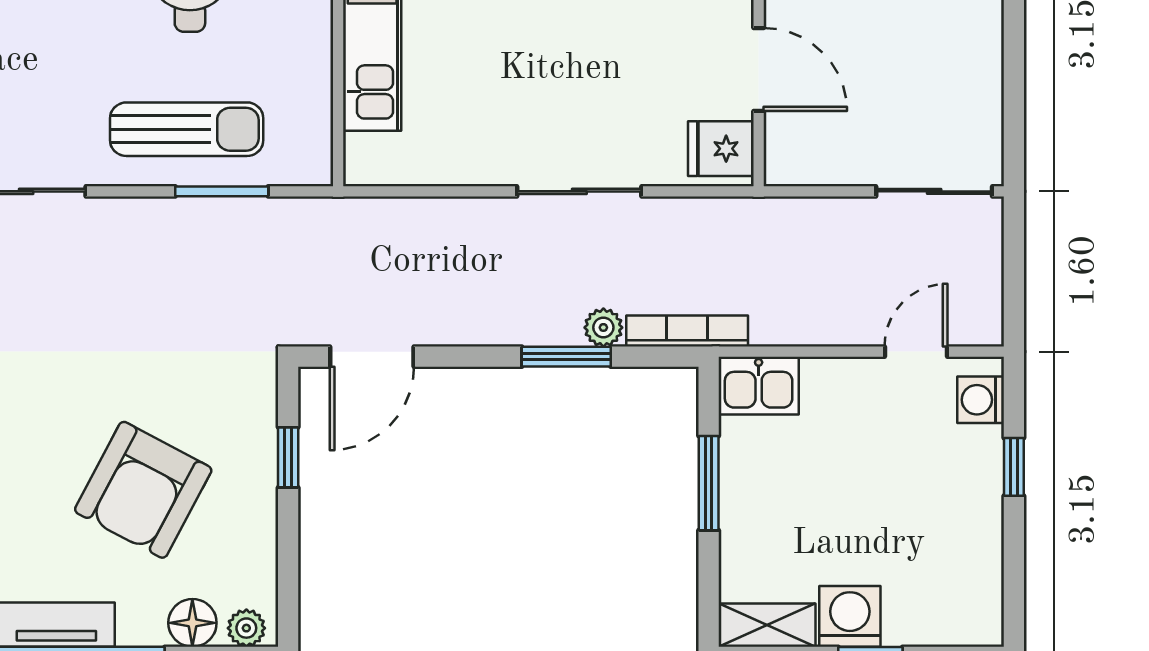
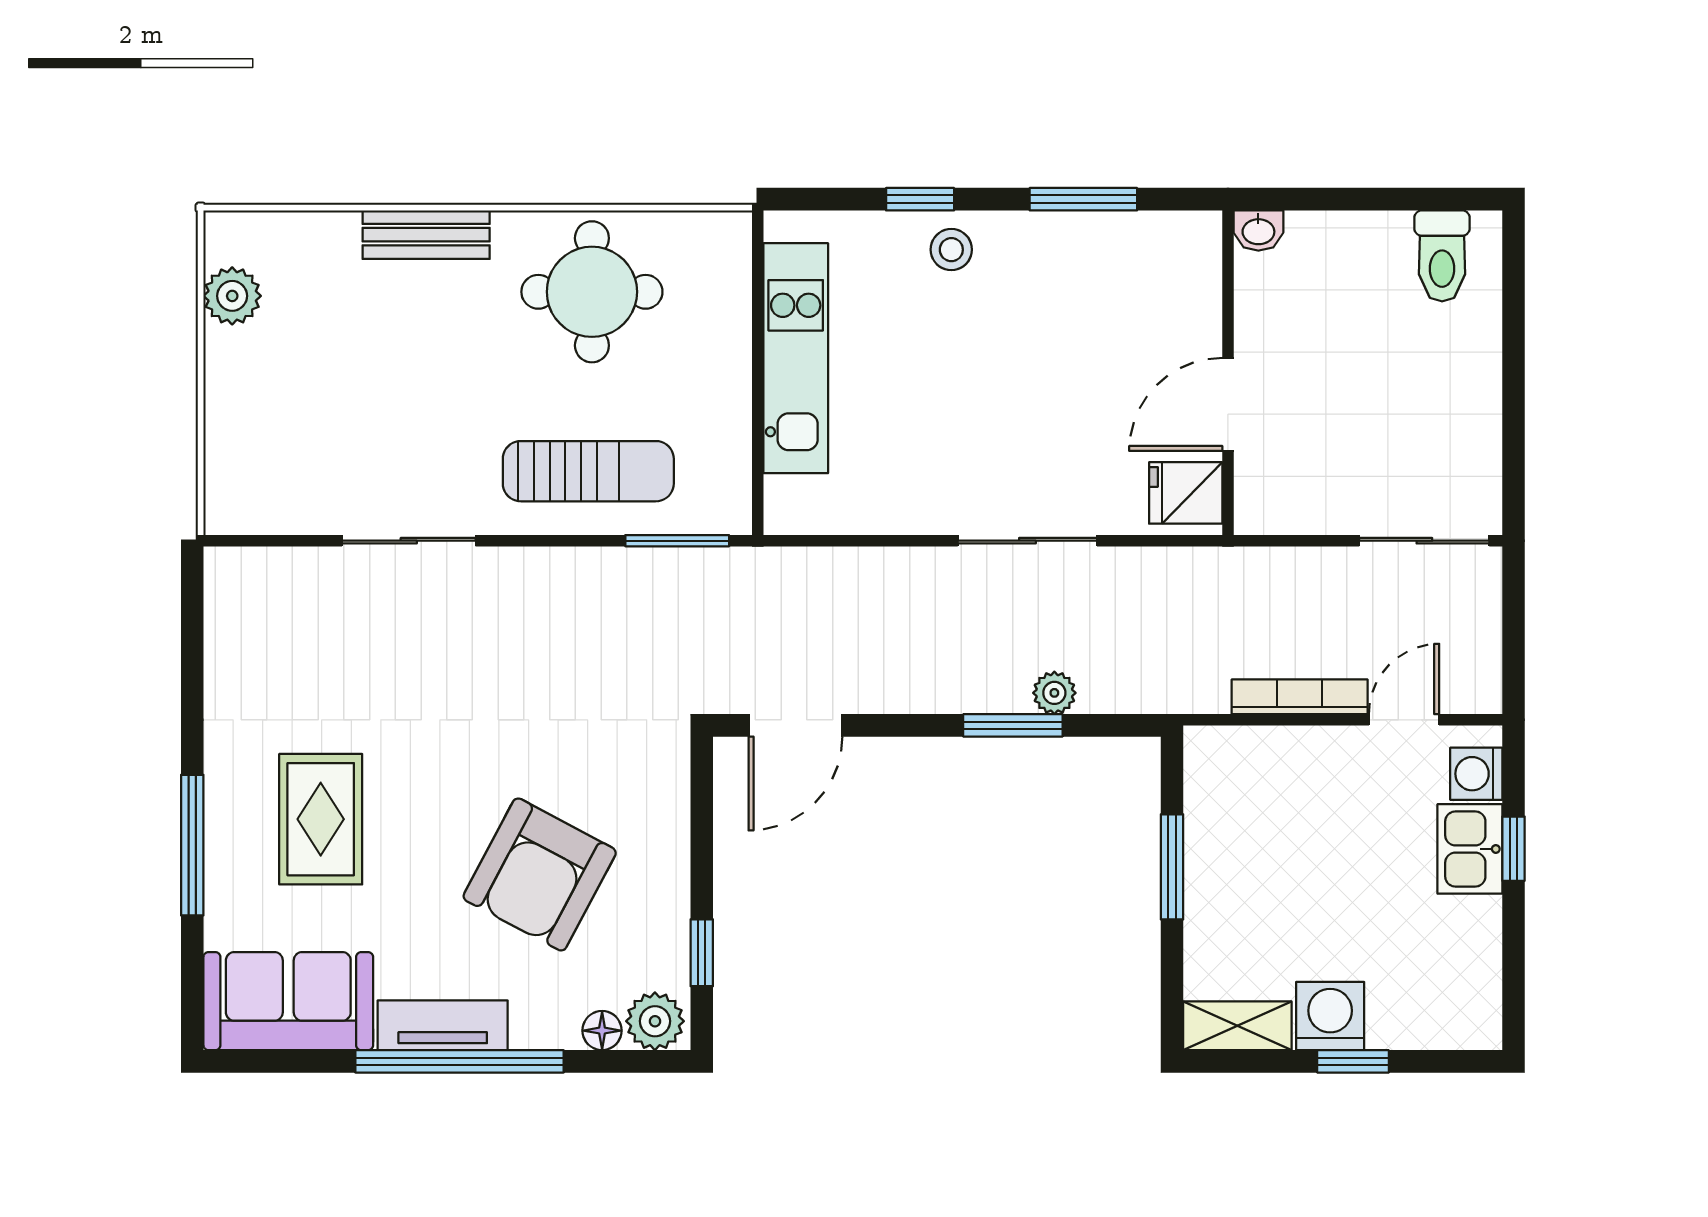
door: (759, 70) -> (1228, 404), swing flipped
window: (222, 191) -> (677, 541), moved
bookcase: (687, 331) -> (1300, 697), moved
kitchen sink: (759, 386) -> (1470, 849), moved, turned 90
window: (288, 457) -> (702, 953), moved
floor lamp: (192, 623) -> (602, 1031), width x0.73, depth x0.73
plant: (246, 628) -> (655, 1021), width x1.38, depth x1.38

